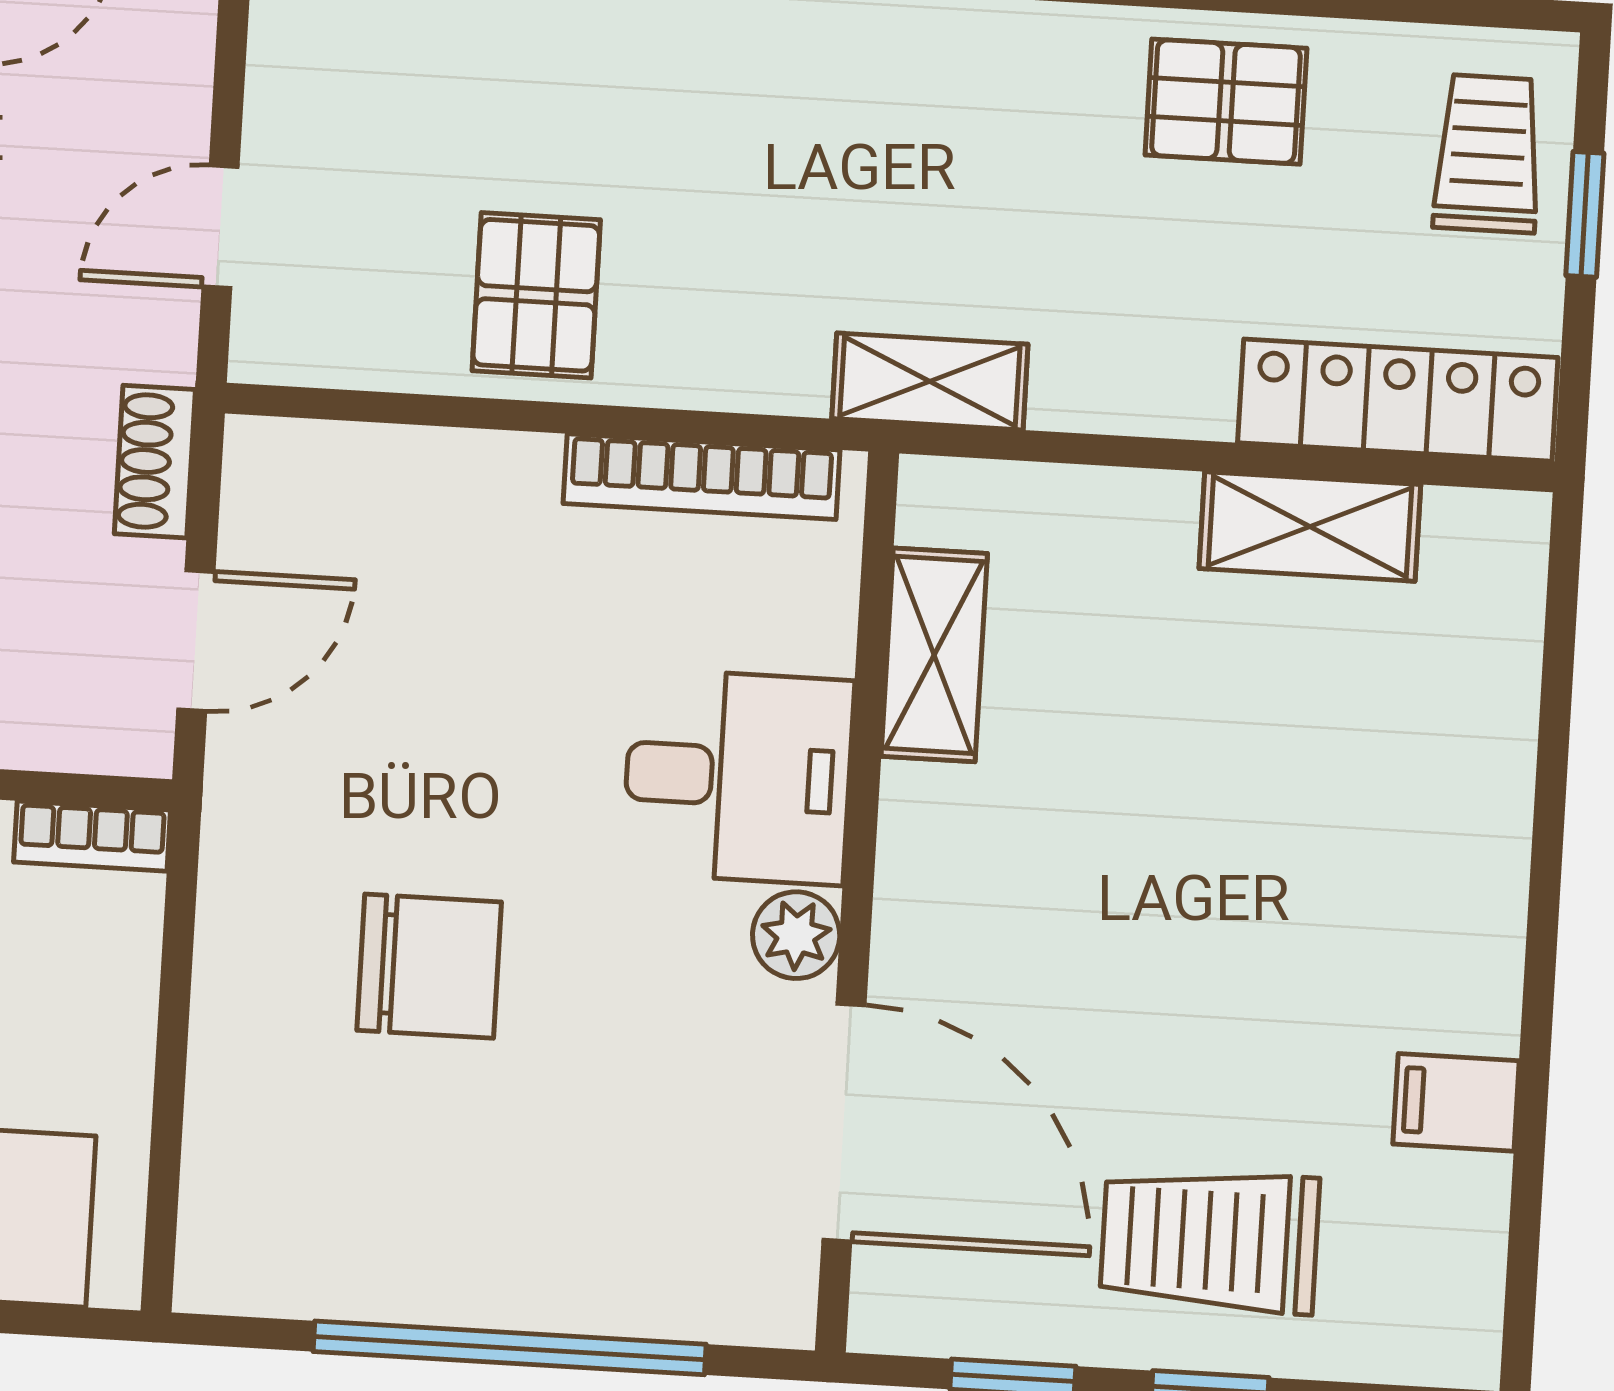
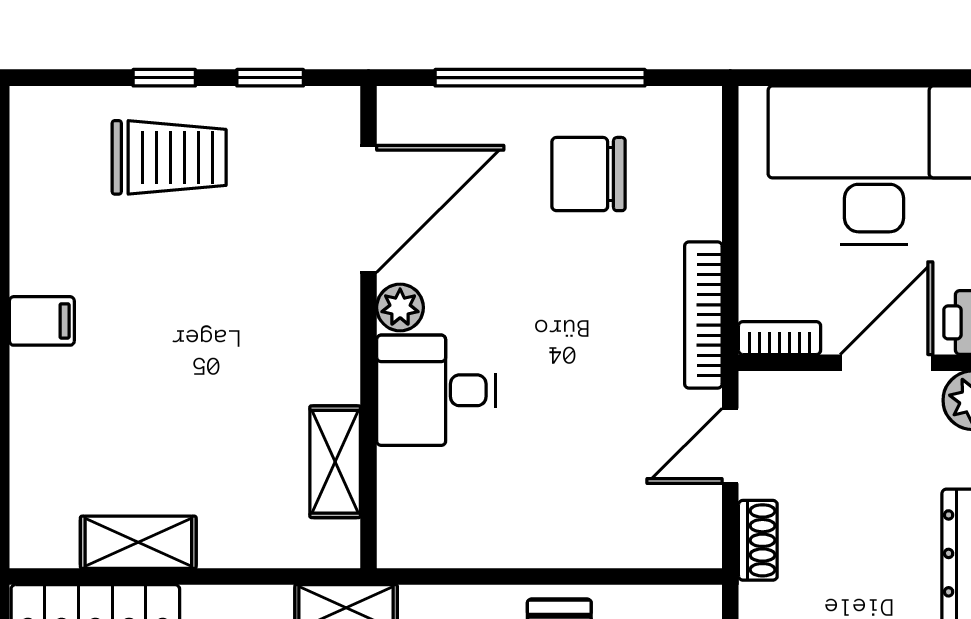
bookcase: (702, 477) -> (703, 315), moved, turned -90
chair: (429, 966) -> (589, 174), moved
filing cabinet: (1456, 1102) -> (42, 321), moved
door: (844, 1122) -> (368, 209), swing flipped

